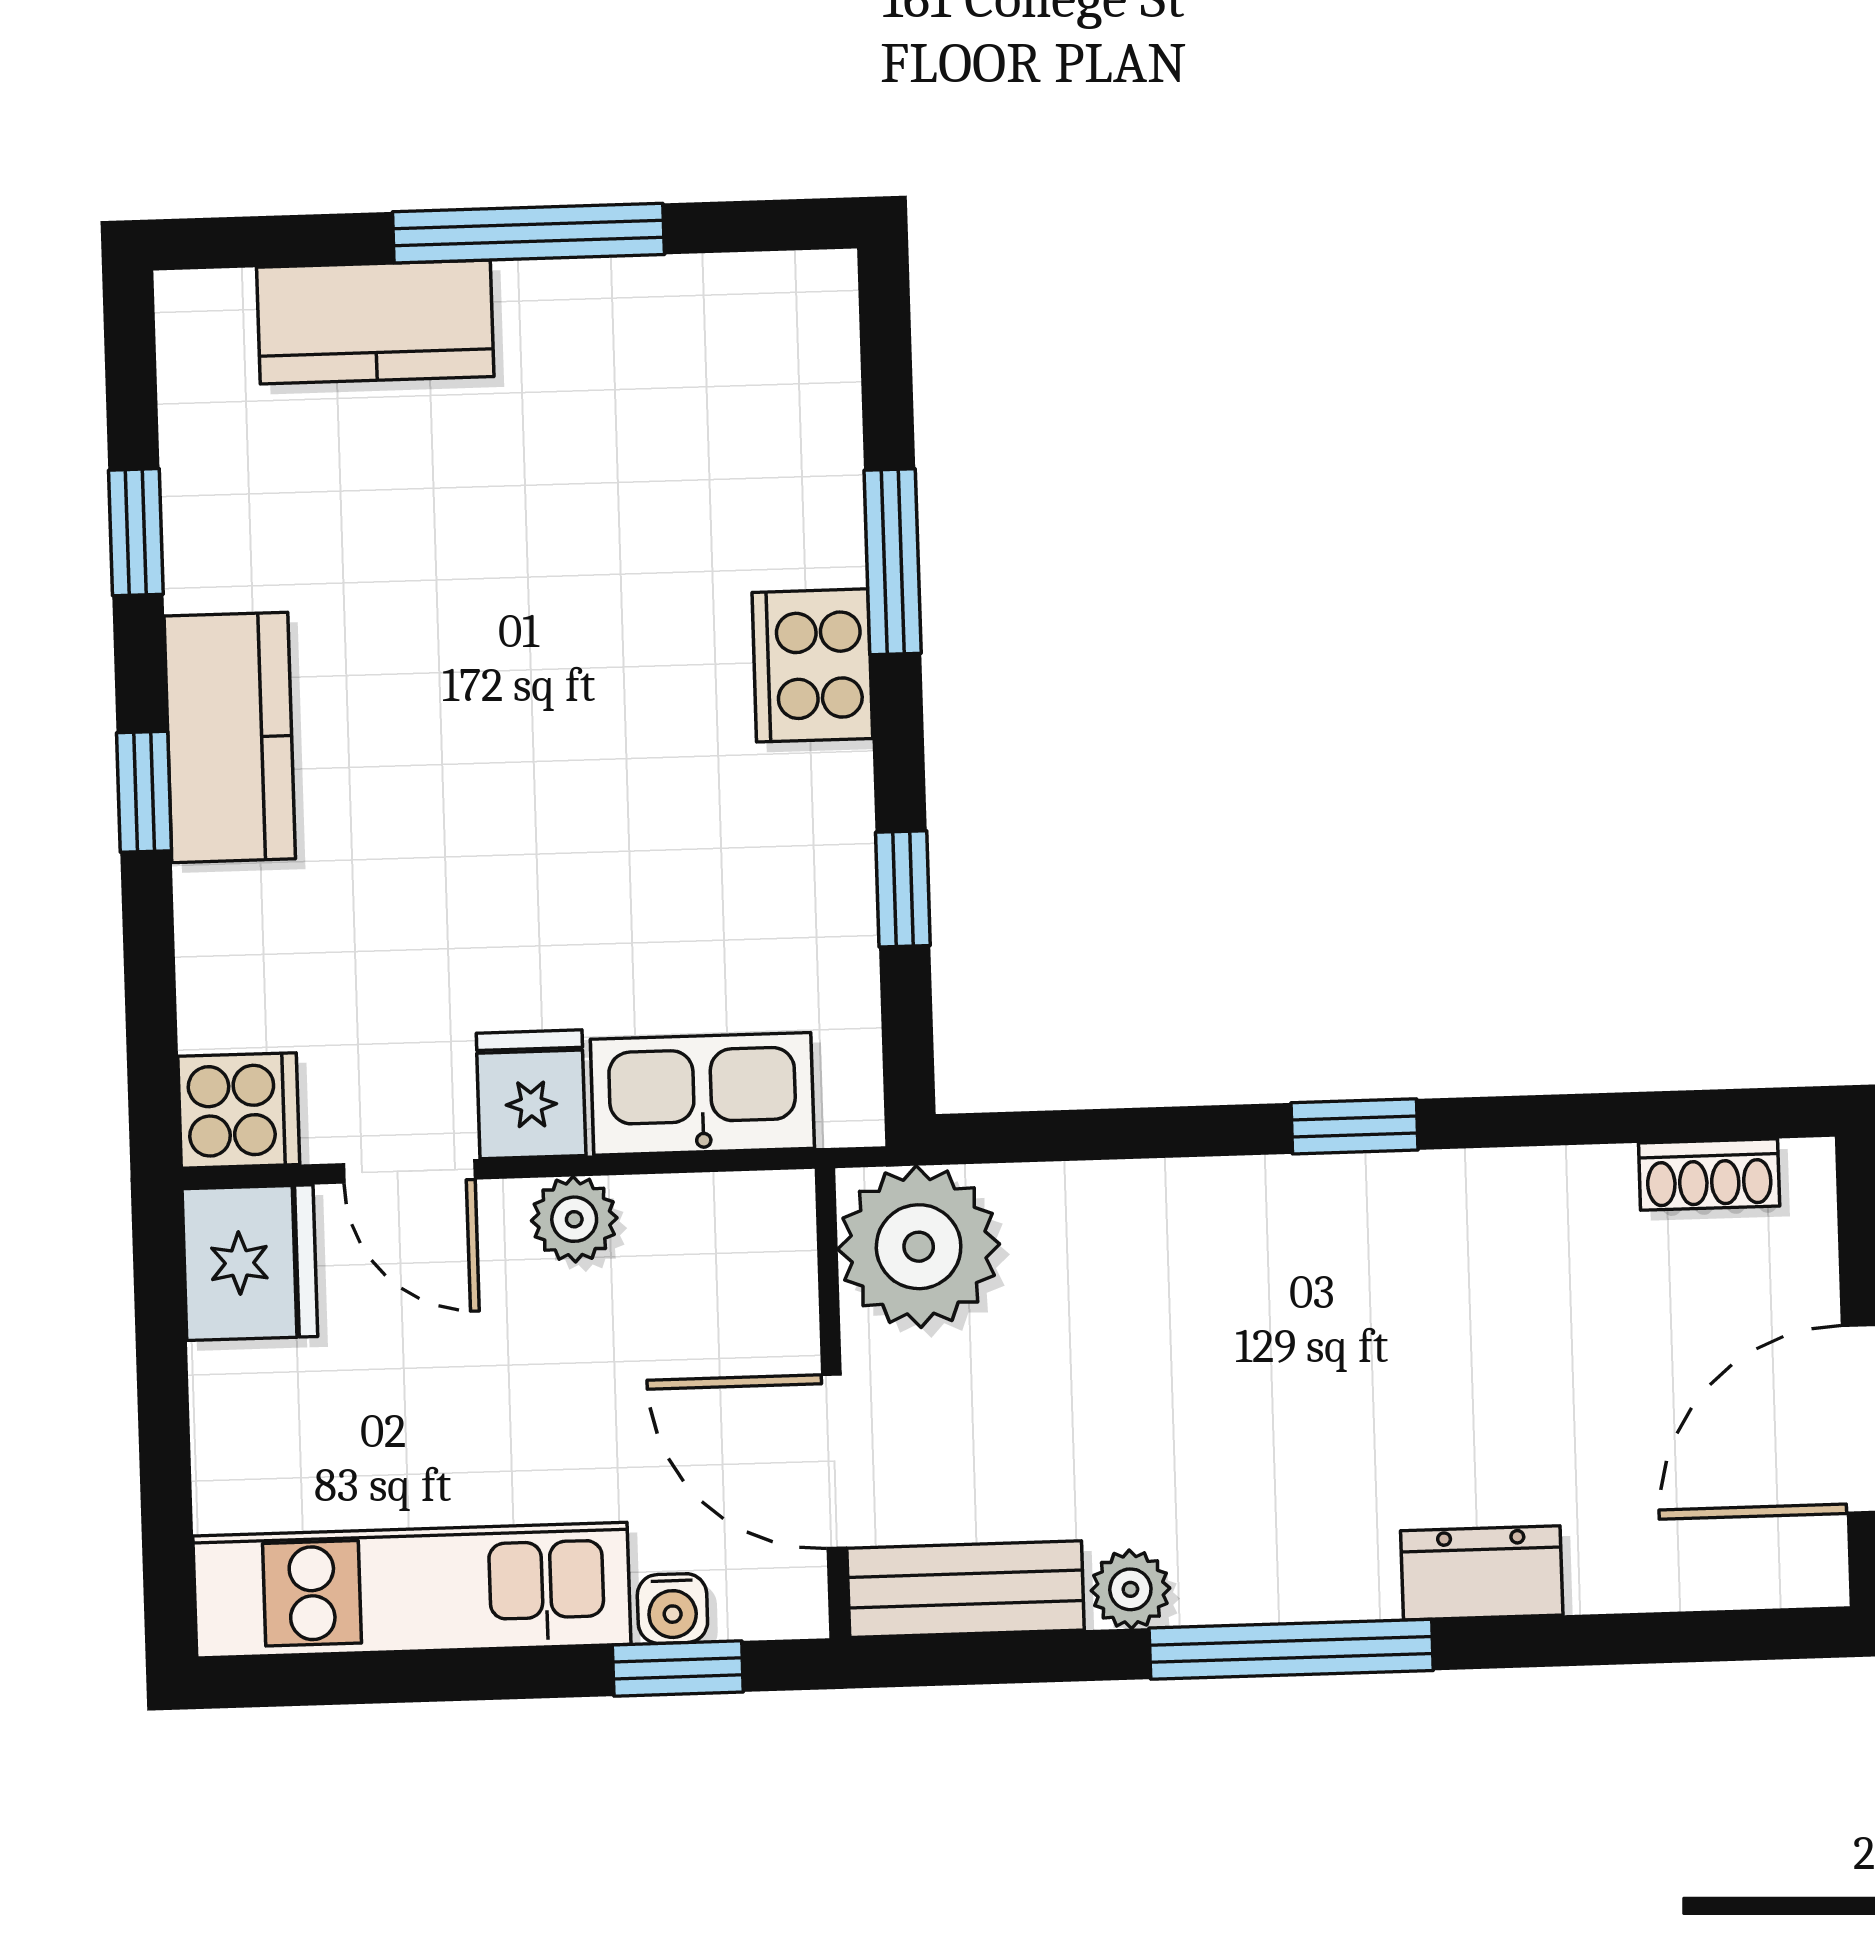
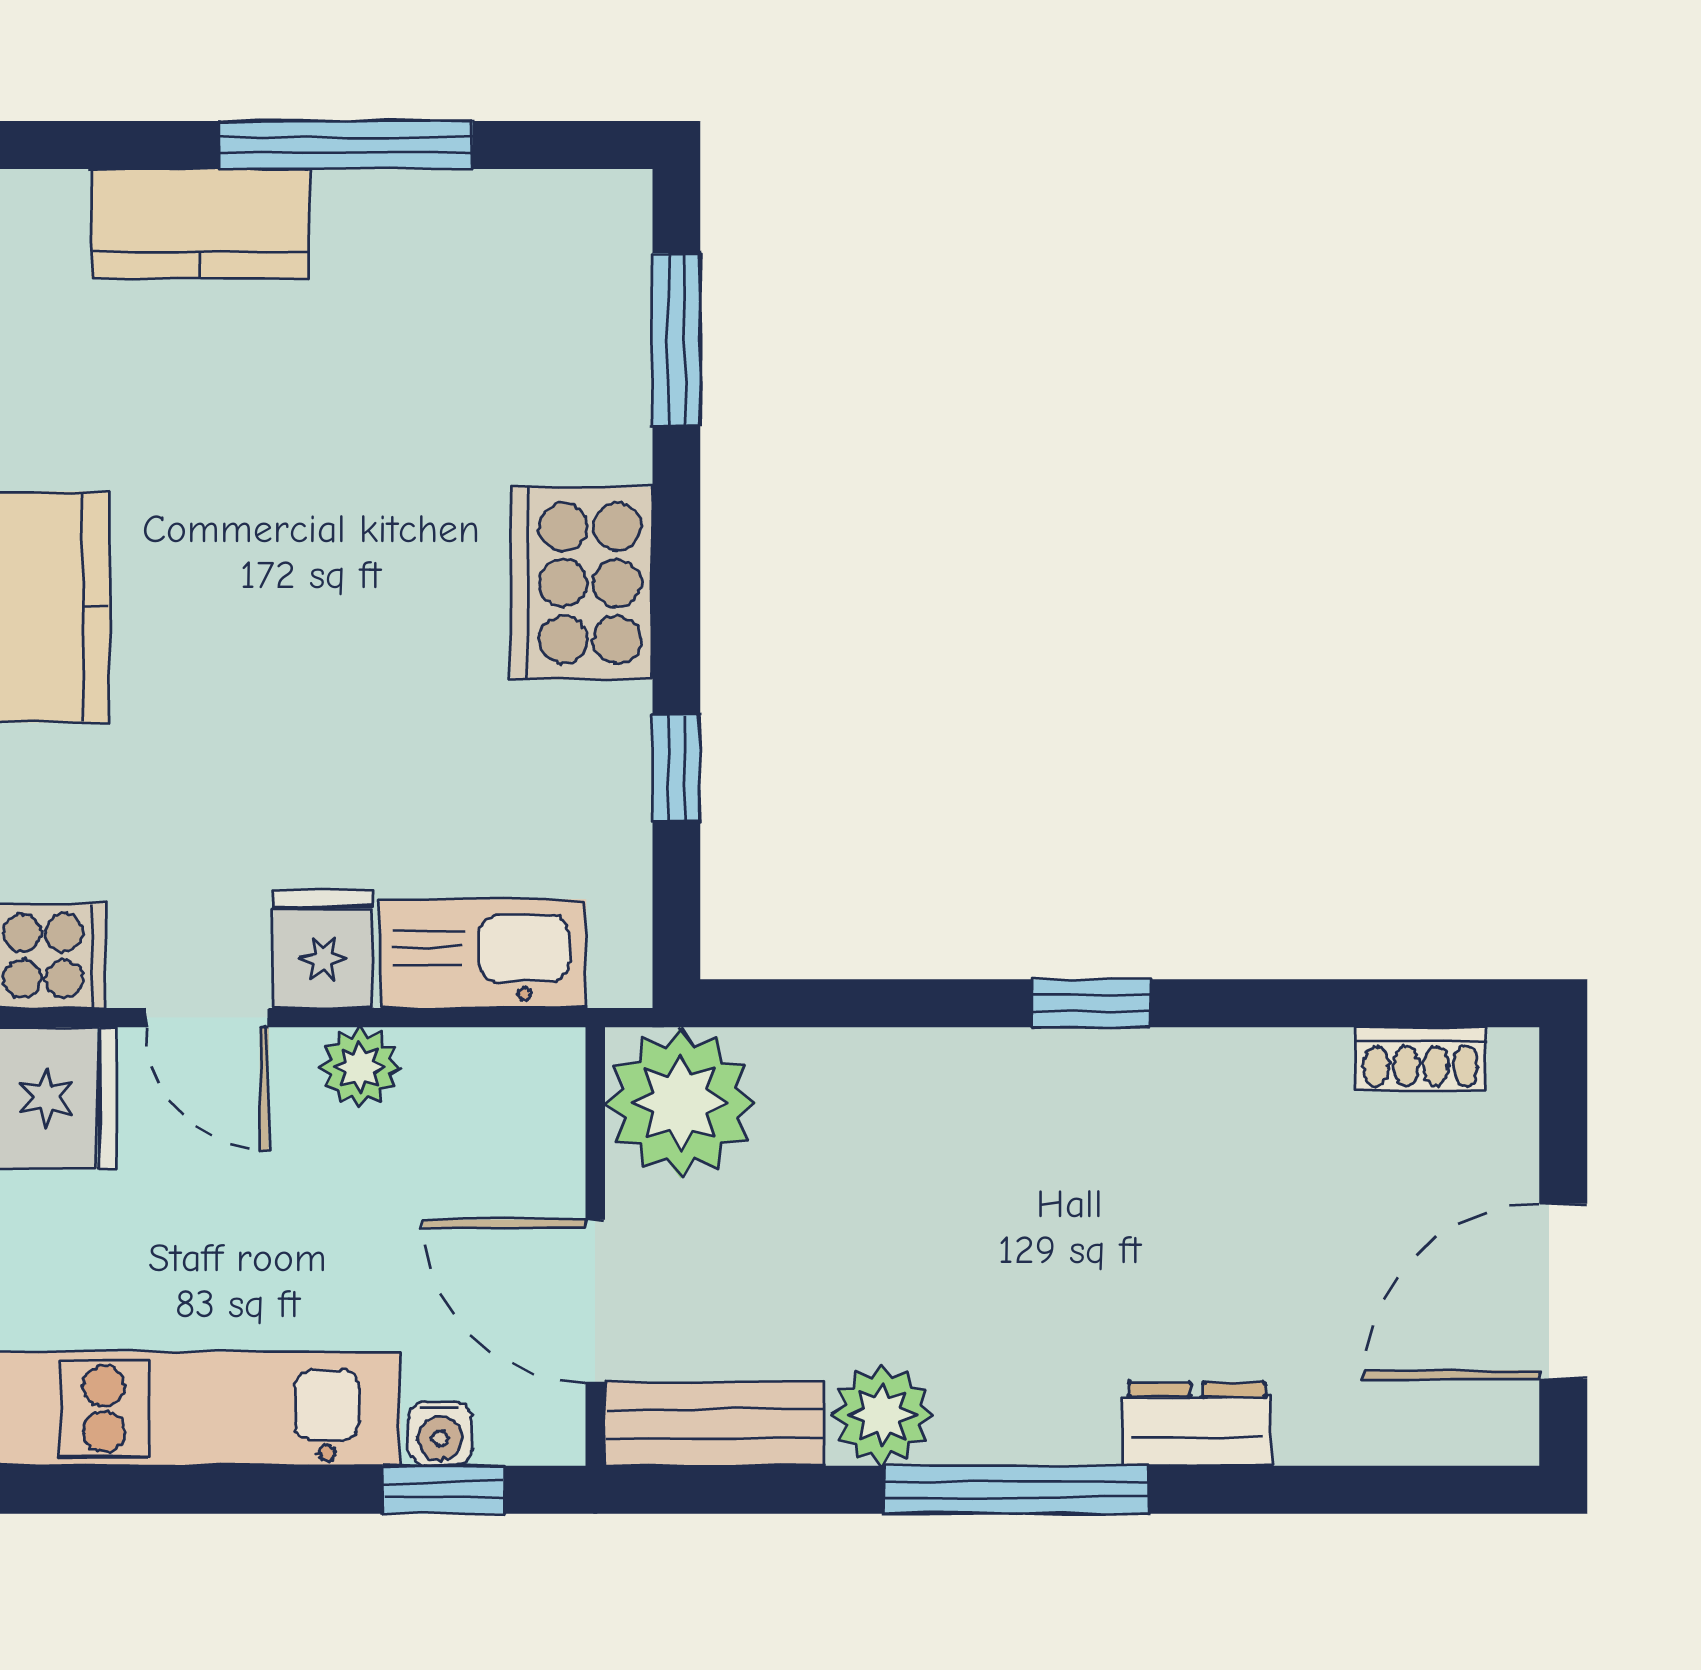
window: (893, 562) -> (676, 340), moved
cooker: (812, 665) -> (582, 583), width x1.37, depth x1.31
plant: (1130, 1589) -> (882, 1415), width x1.38, depth x1.38

